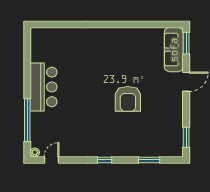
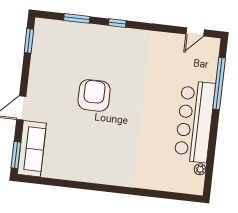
bar counter: (44, 87) -> (195, 121), width x1.36
plant: (35, 152) -> (200, 169), moved
window: (105, 160) -> (117, 23), moved

